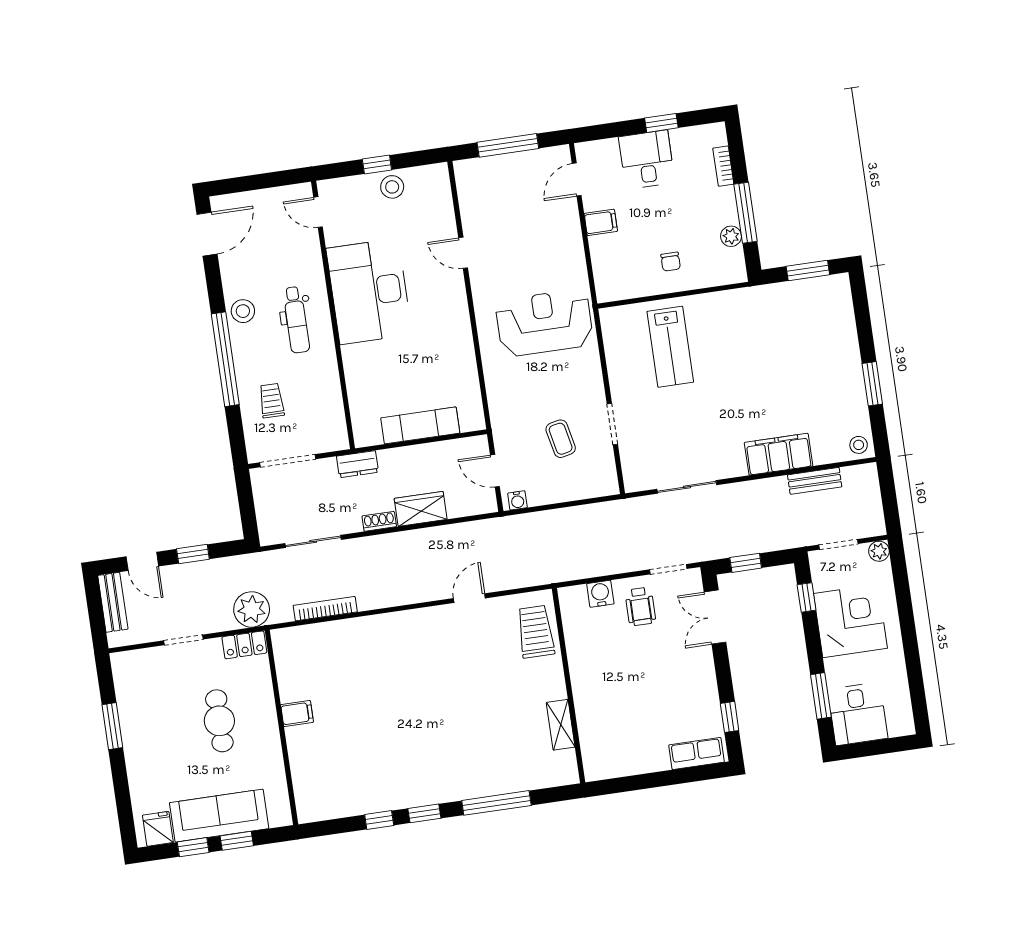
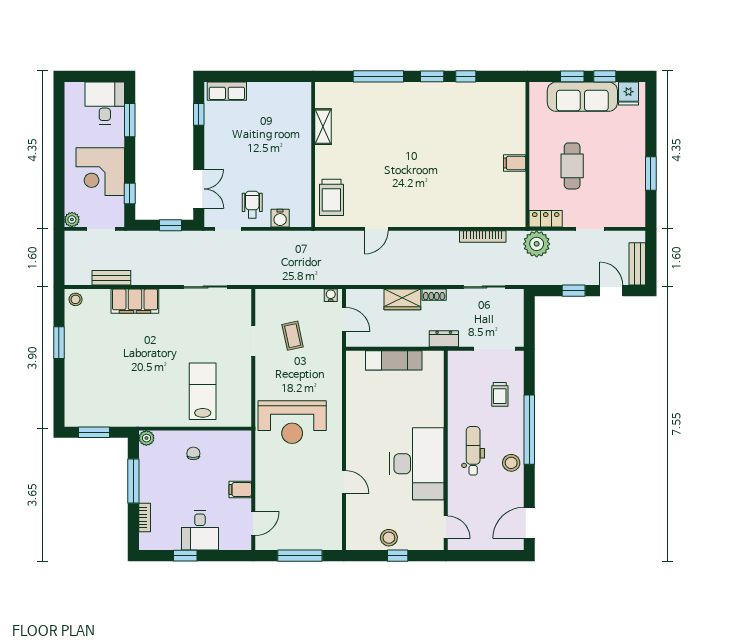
plant: (731, 236) -> (146, 438), moved

